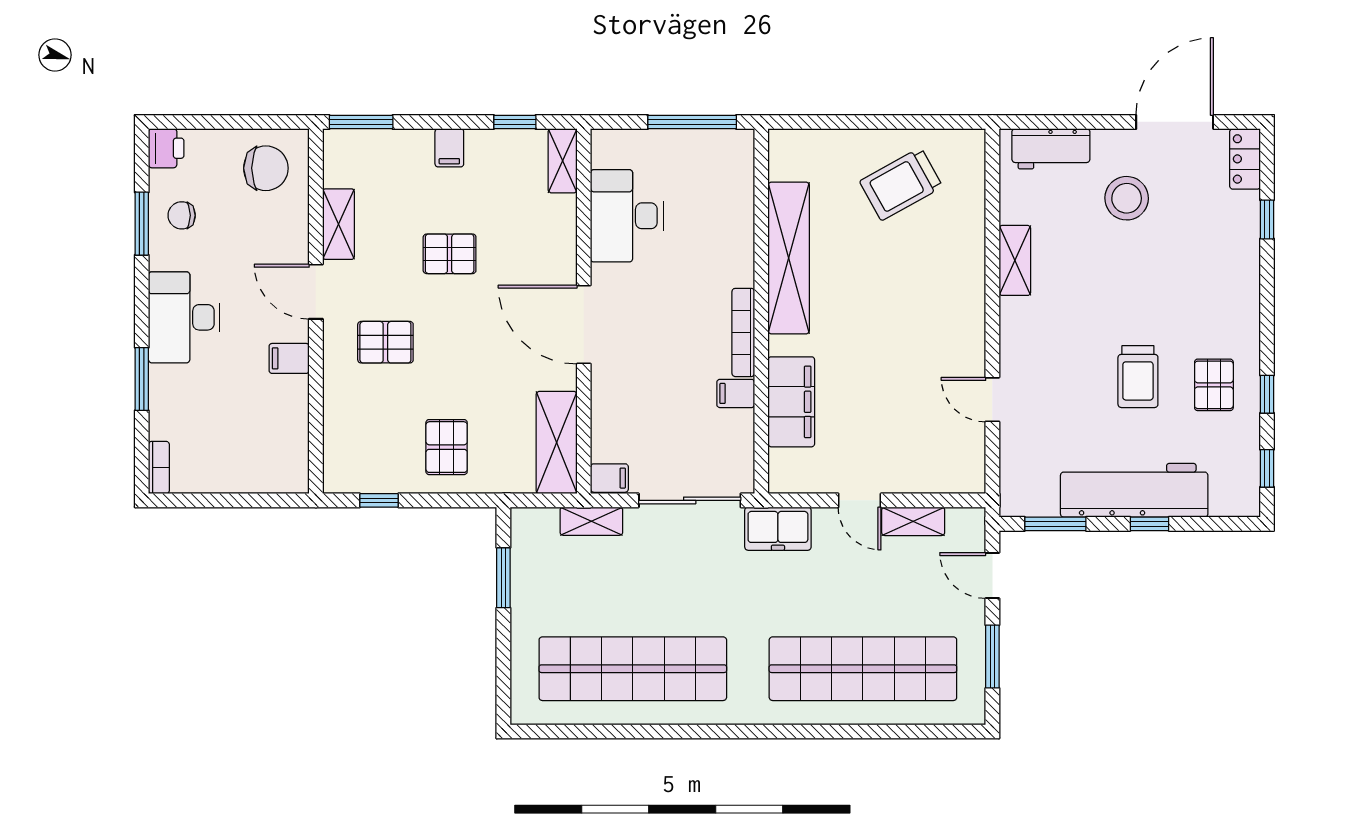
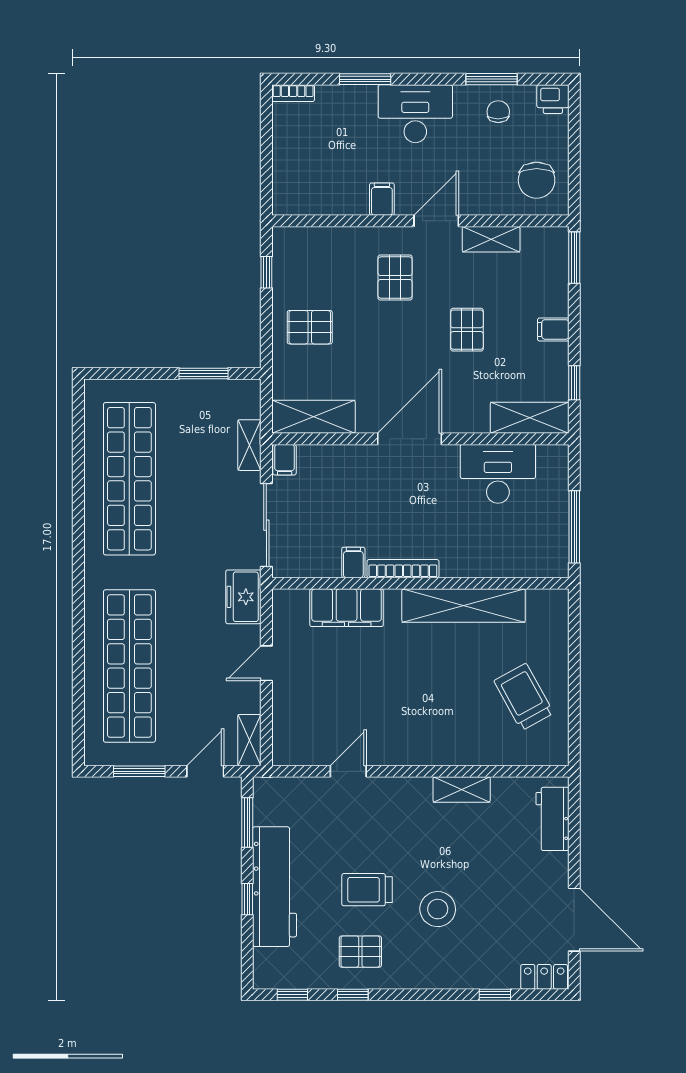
shelving: (563, 161) -> (530, 418), width x1.50, depth x1.33
stool: (1127, 198) -> (438, 909), moved
shelving: (913, 521) -> (249, 740), moved

